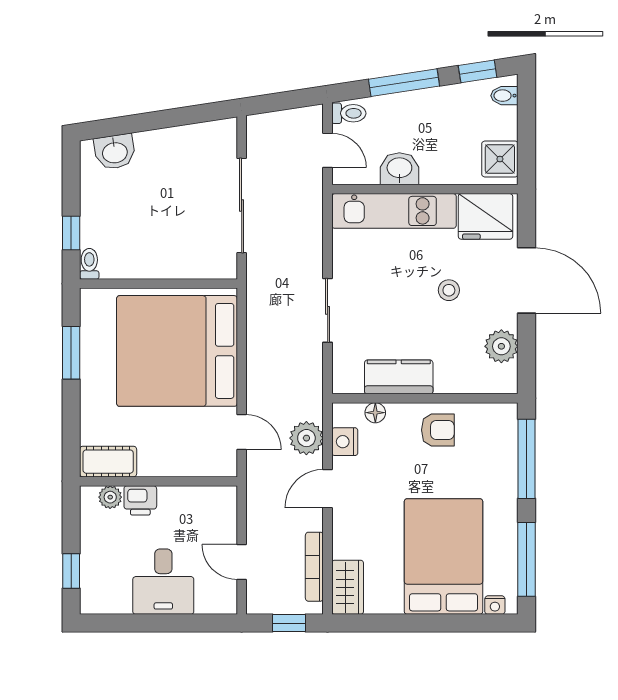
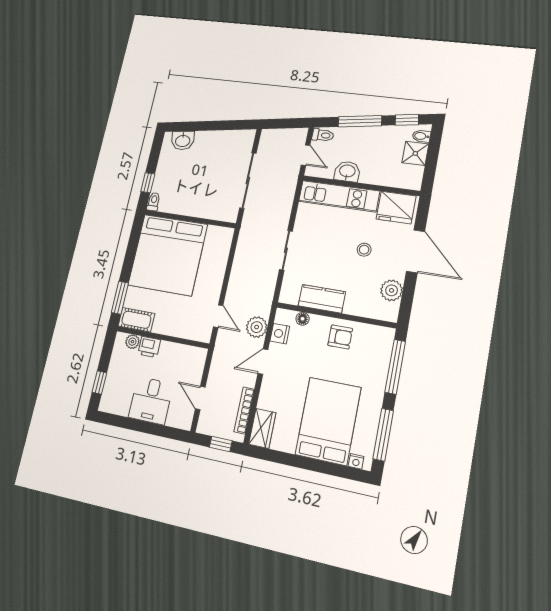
shower: (500, 159) -> (415, 153), moved
bed: (177, 351) -> (168, 255), moved, turned -90
window: (71, 353) -> (120, 298), moved

